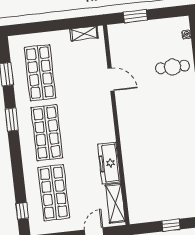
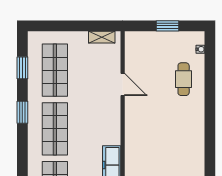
window: (135, 16) -> (168, 26), moved
cafe table: (173, 67) -> (184, 79), turned 90

